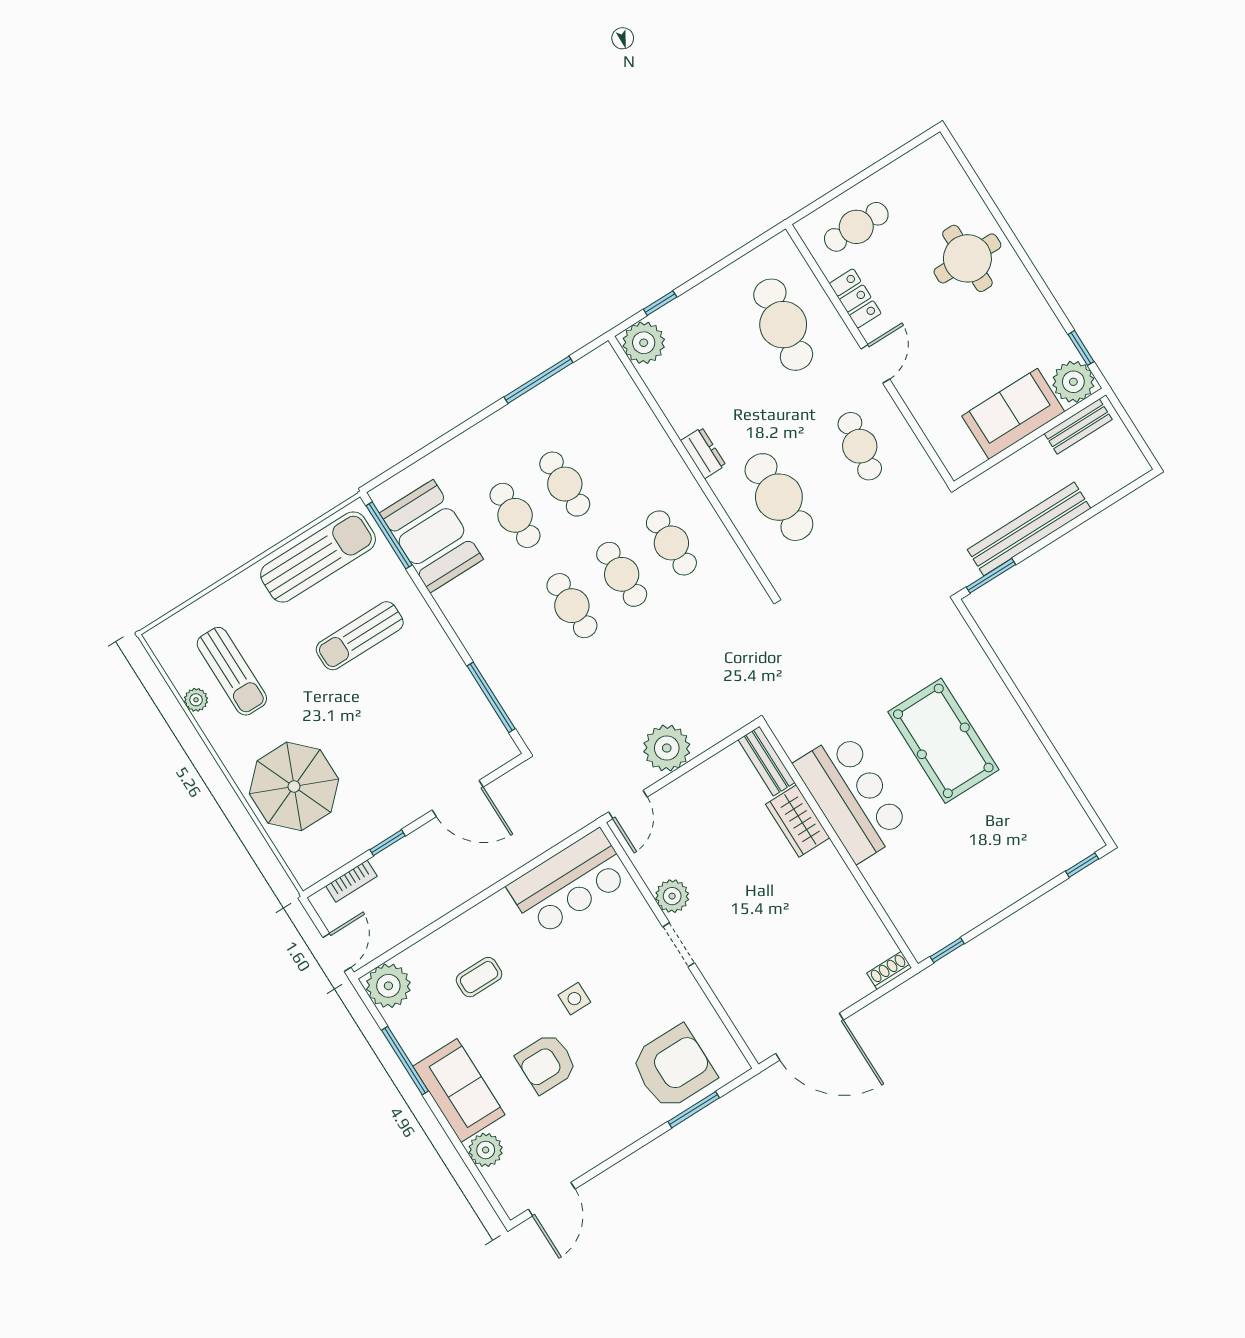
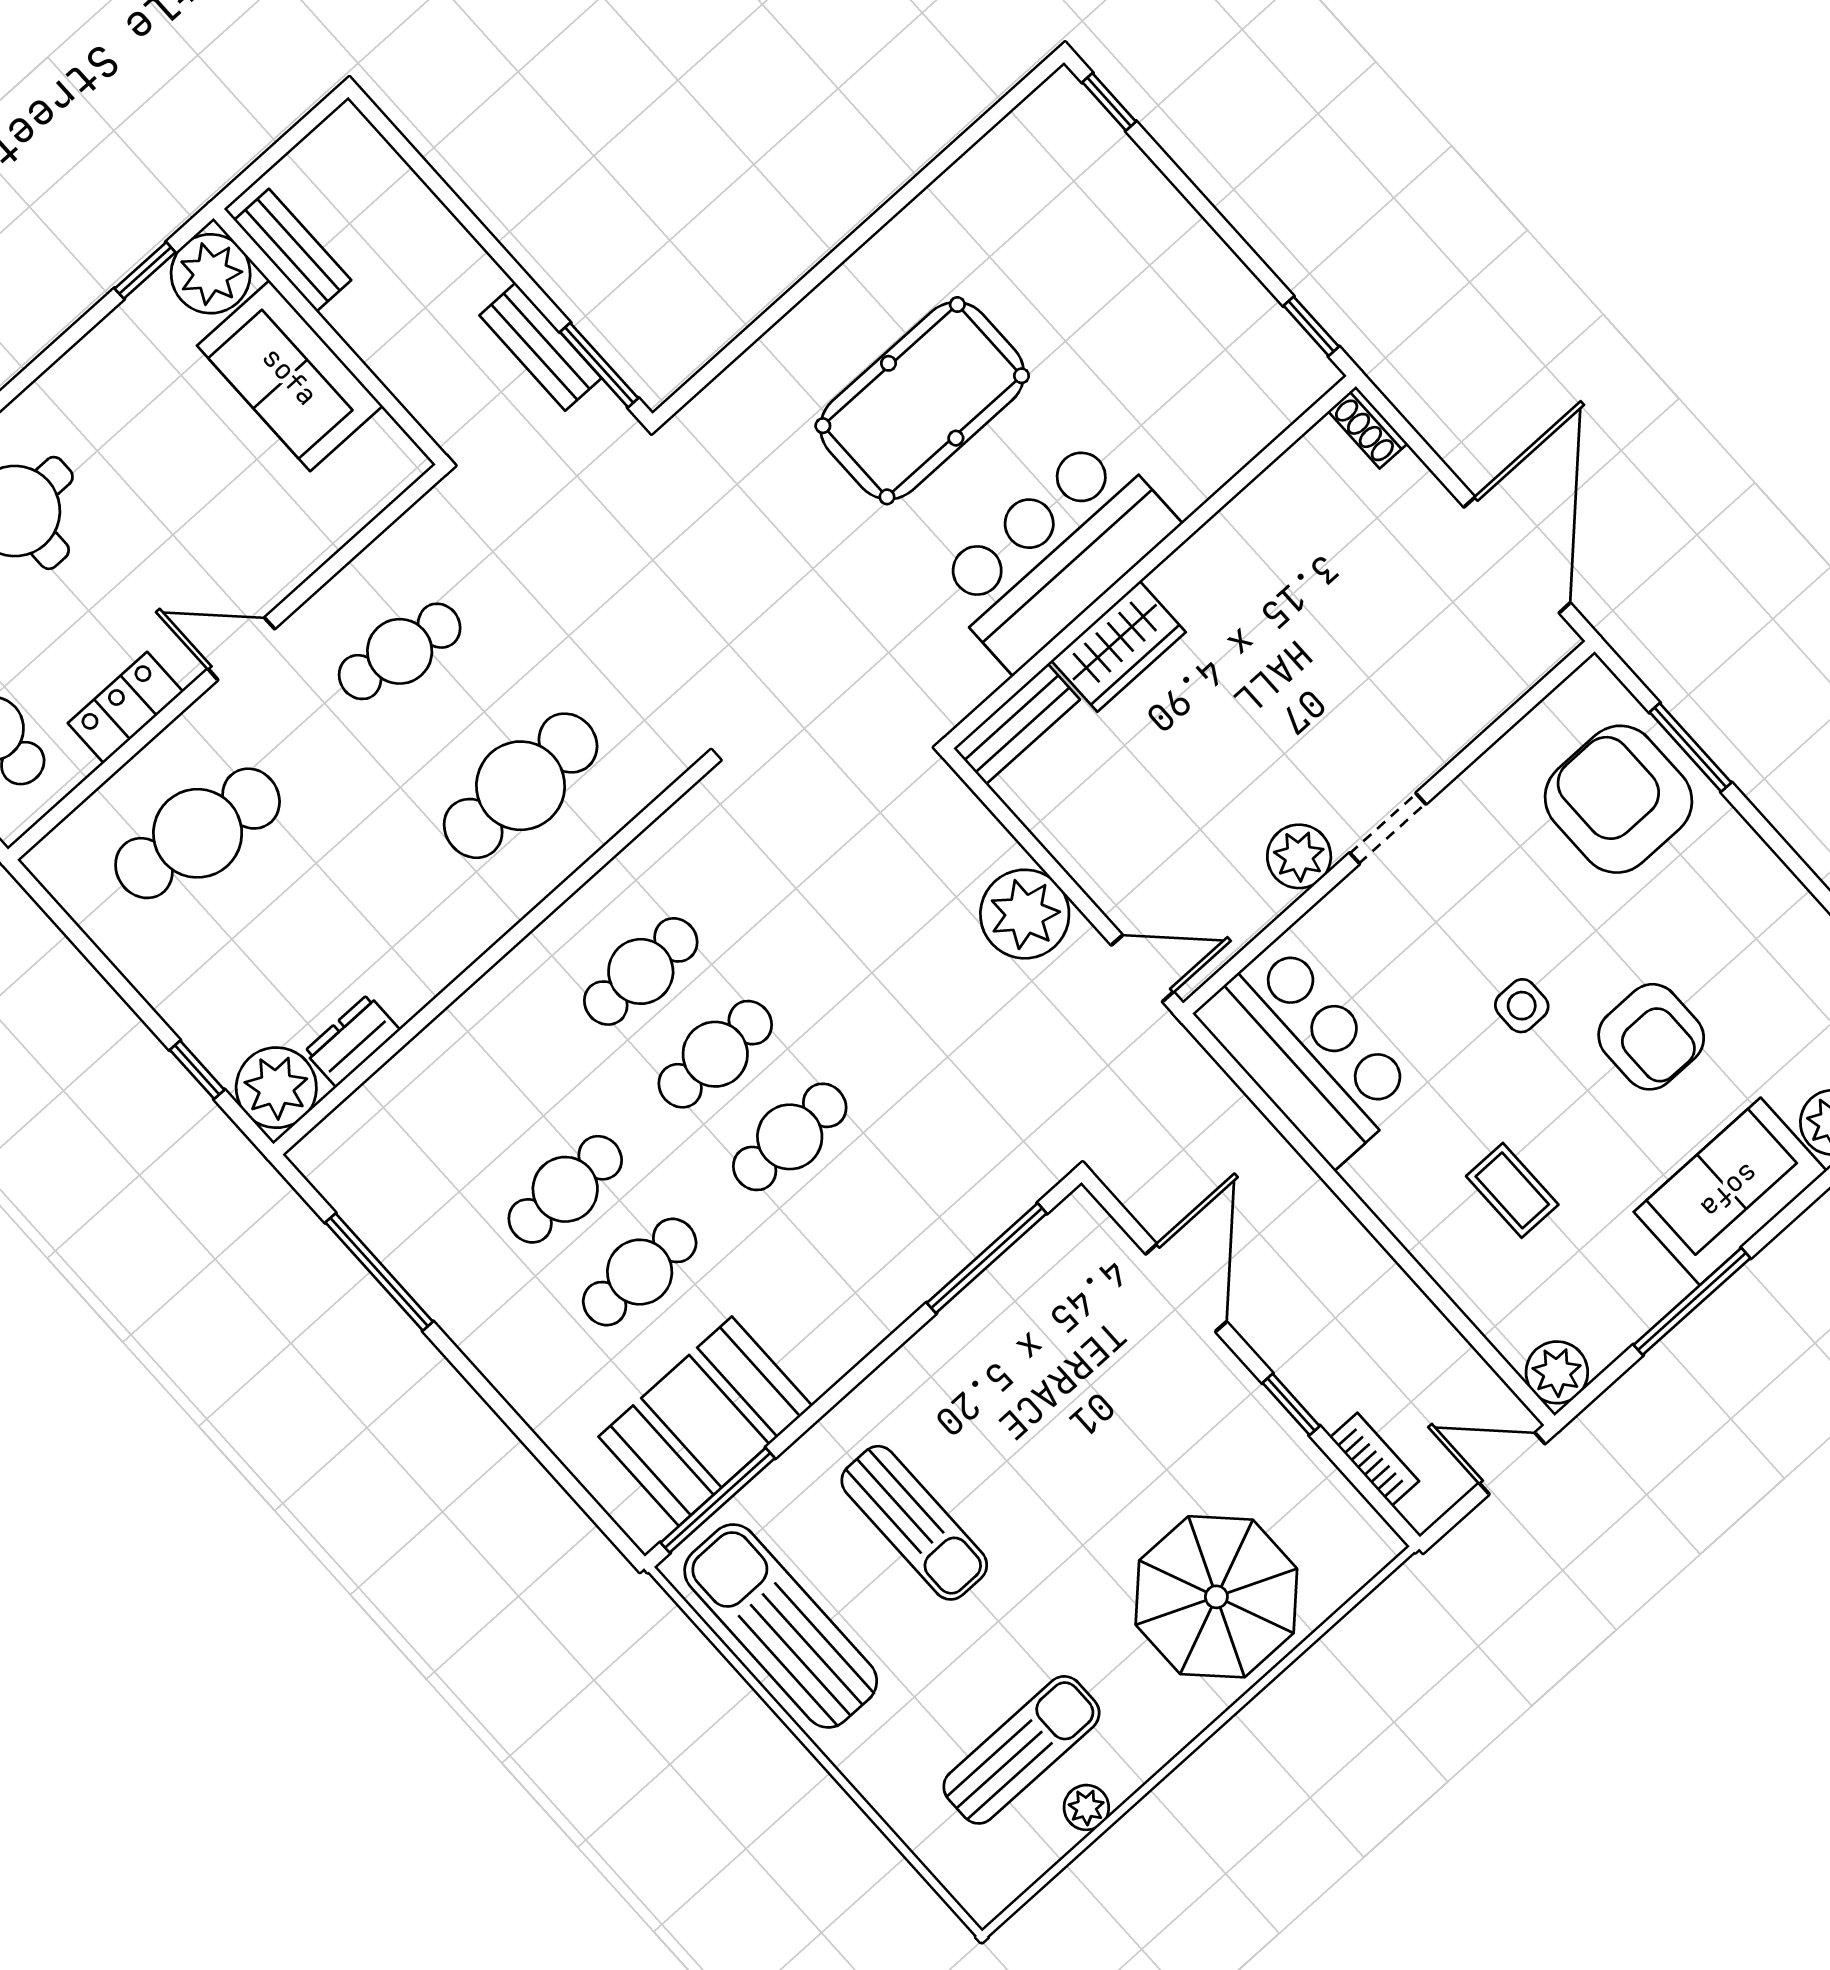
dresser: (703, 453) -> (352, 1041), moved
bench: (1029, 529) -> (540, 347), width x0.54, depth x0.82
plant: (388, 986) -> (1557, 1372), width x0.73, depth x0.73

